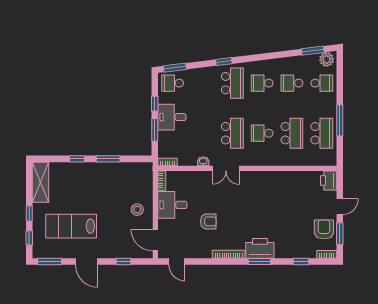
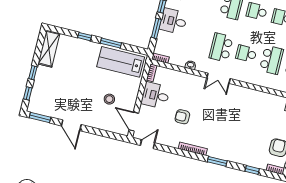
school desk: (232, 133) -> (221, 47), turned 180
double door: (226, 168) -> (219, 78), moved
stool: (137, 210) -> (109, 99), moved
armchair: (208, 221) -> (182, 117), turned 180
lab bench: (71, 226) -> (121, 62), moved
printer: (260, 248) -> (220, 150), removed
window: (124, 262) -> (102, 133), removed
door: (177, 262) -> (147, 144), swing flipped

